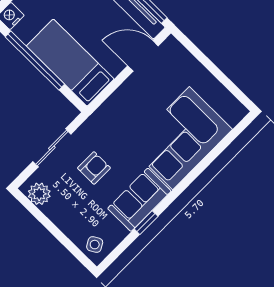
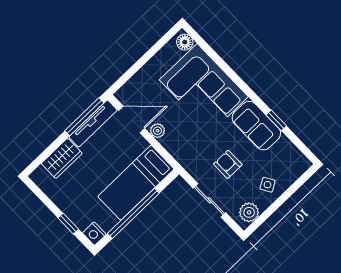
door: (143, 56) -> (132, 119), swing flipped
plant: (131, 86) -> (157, 131), added
floor lamp: (234, 115) -> (185, 42), added
side table: (95, 245) -> (268, 185), moved

